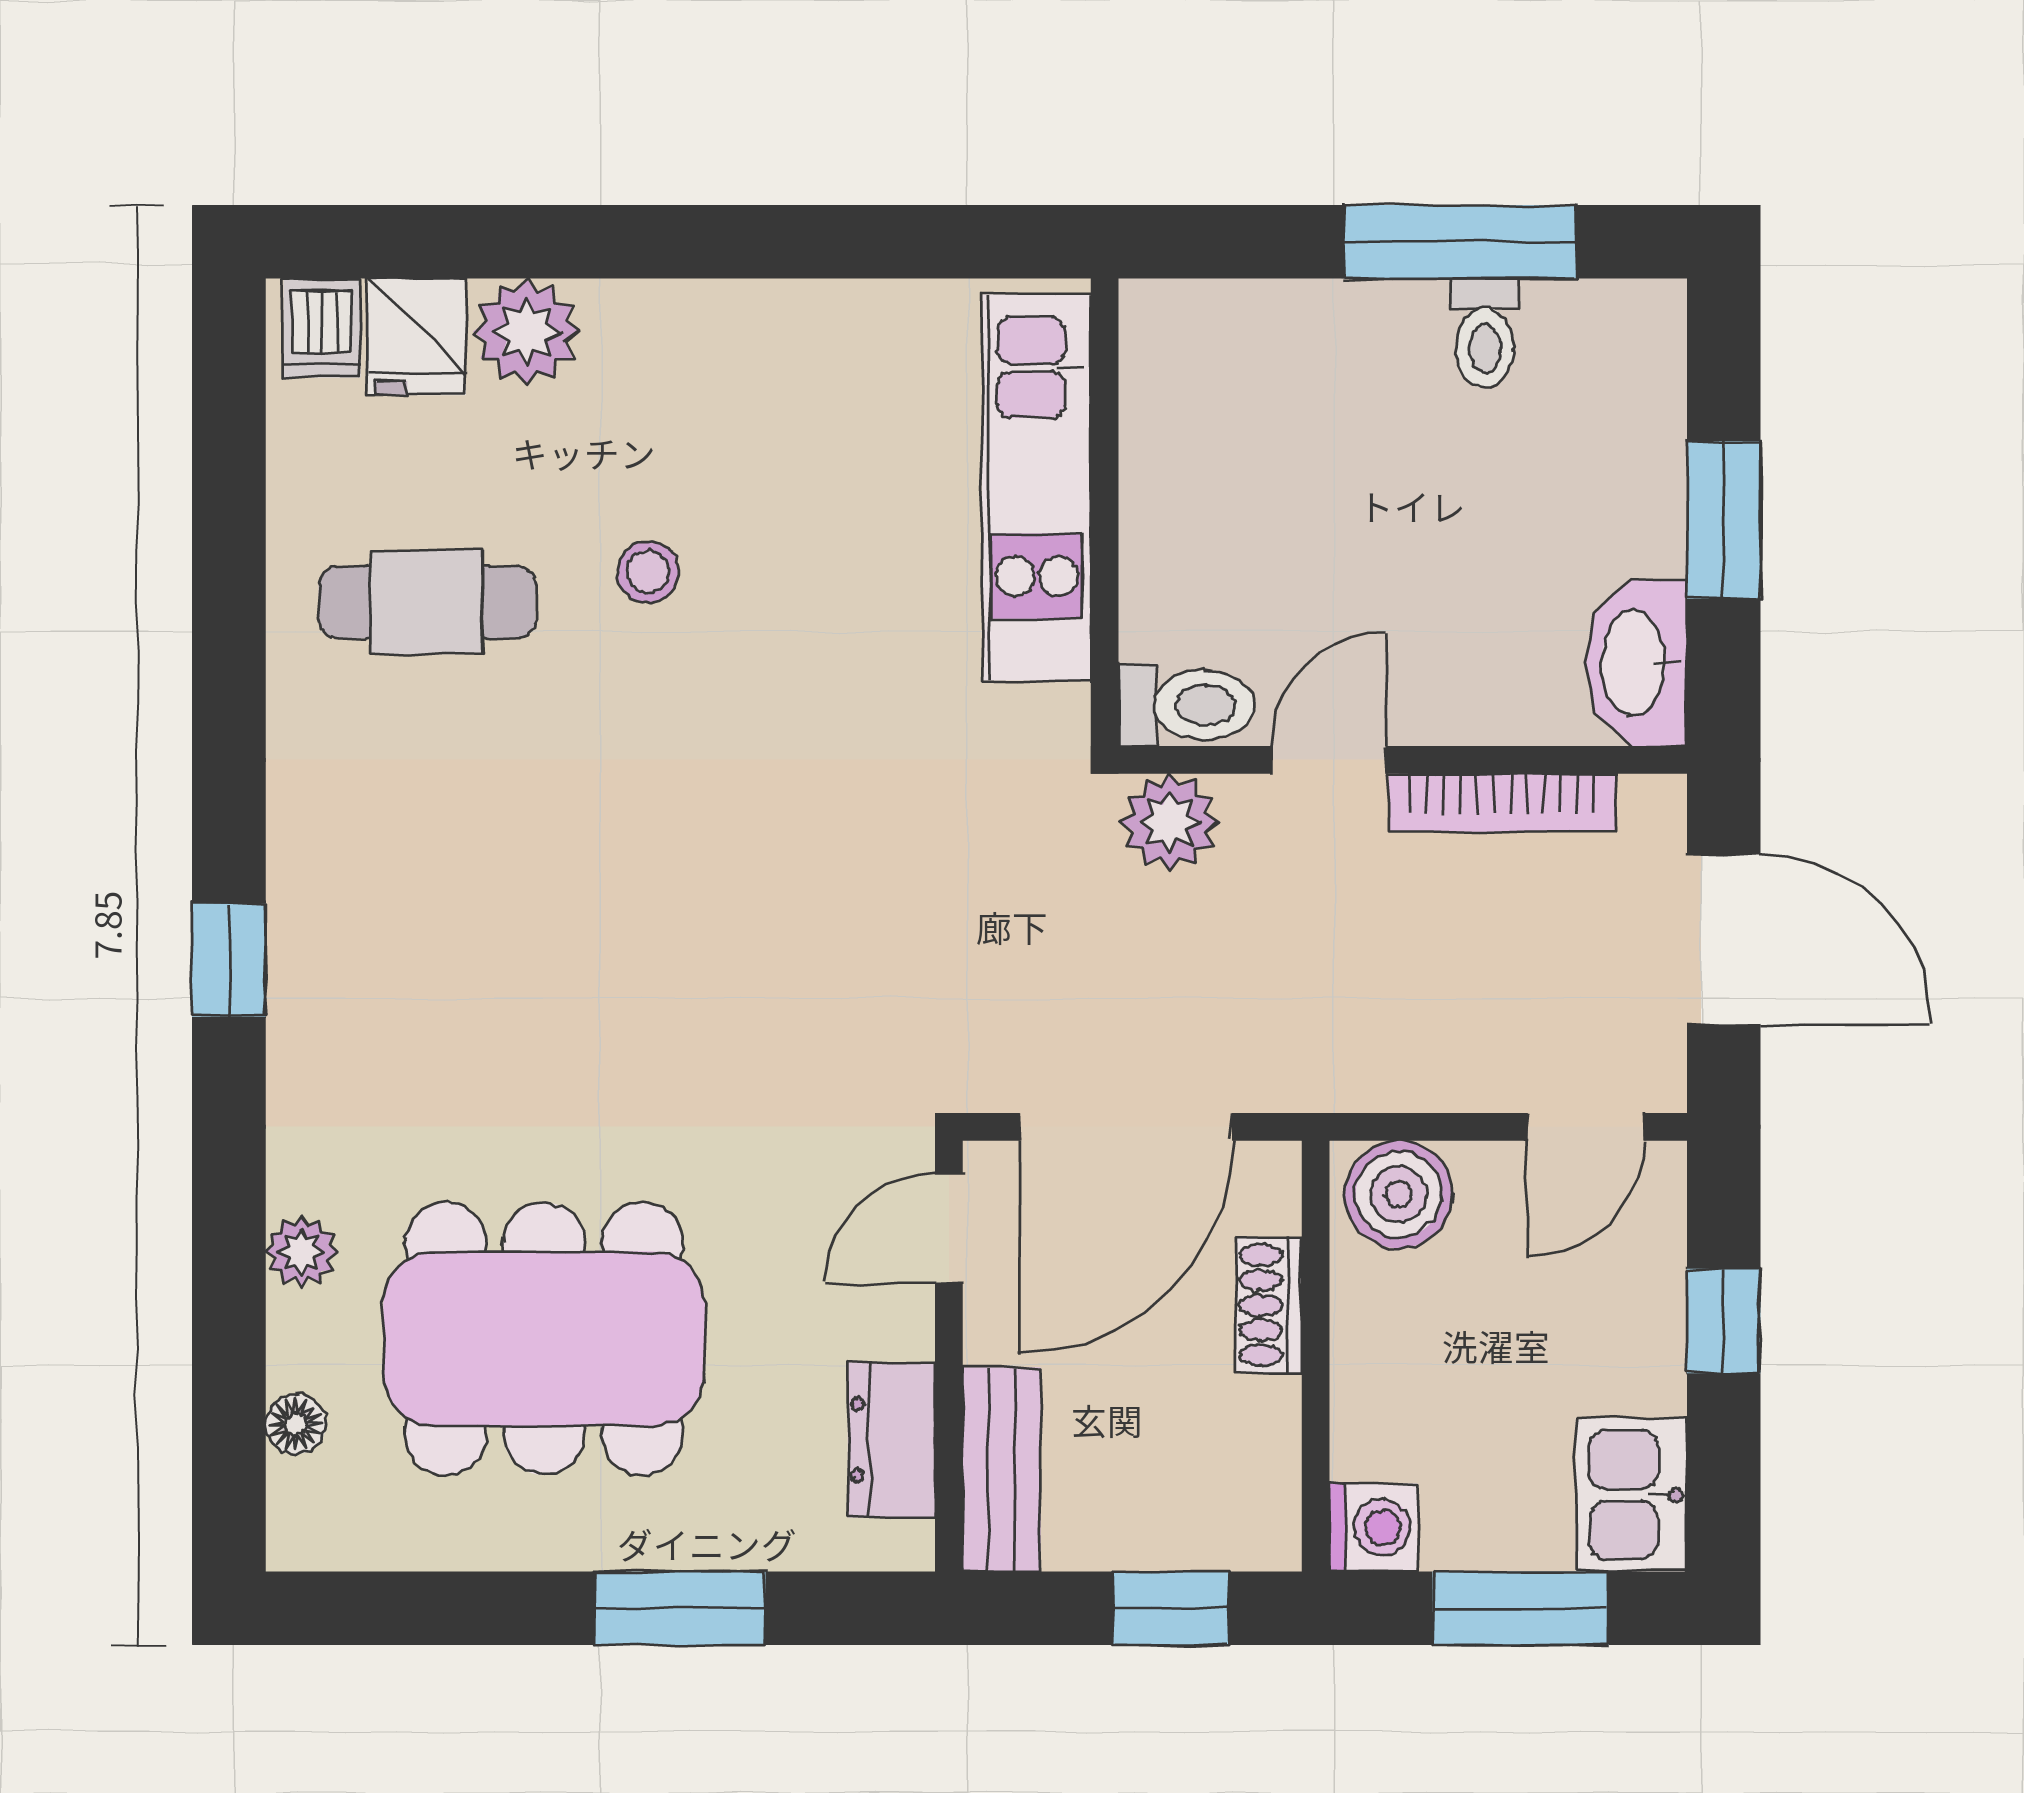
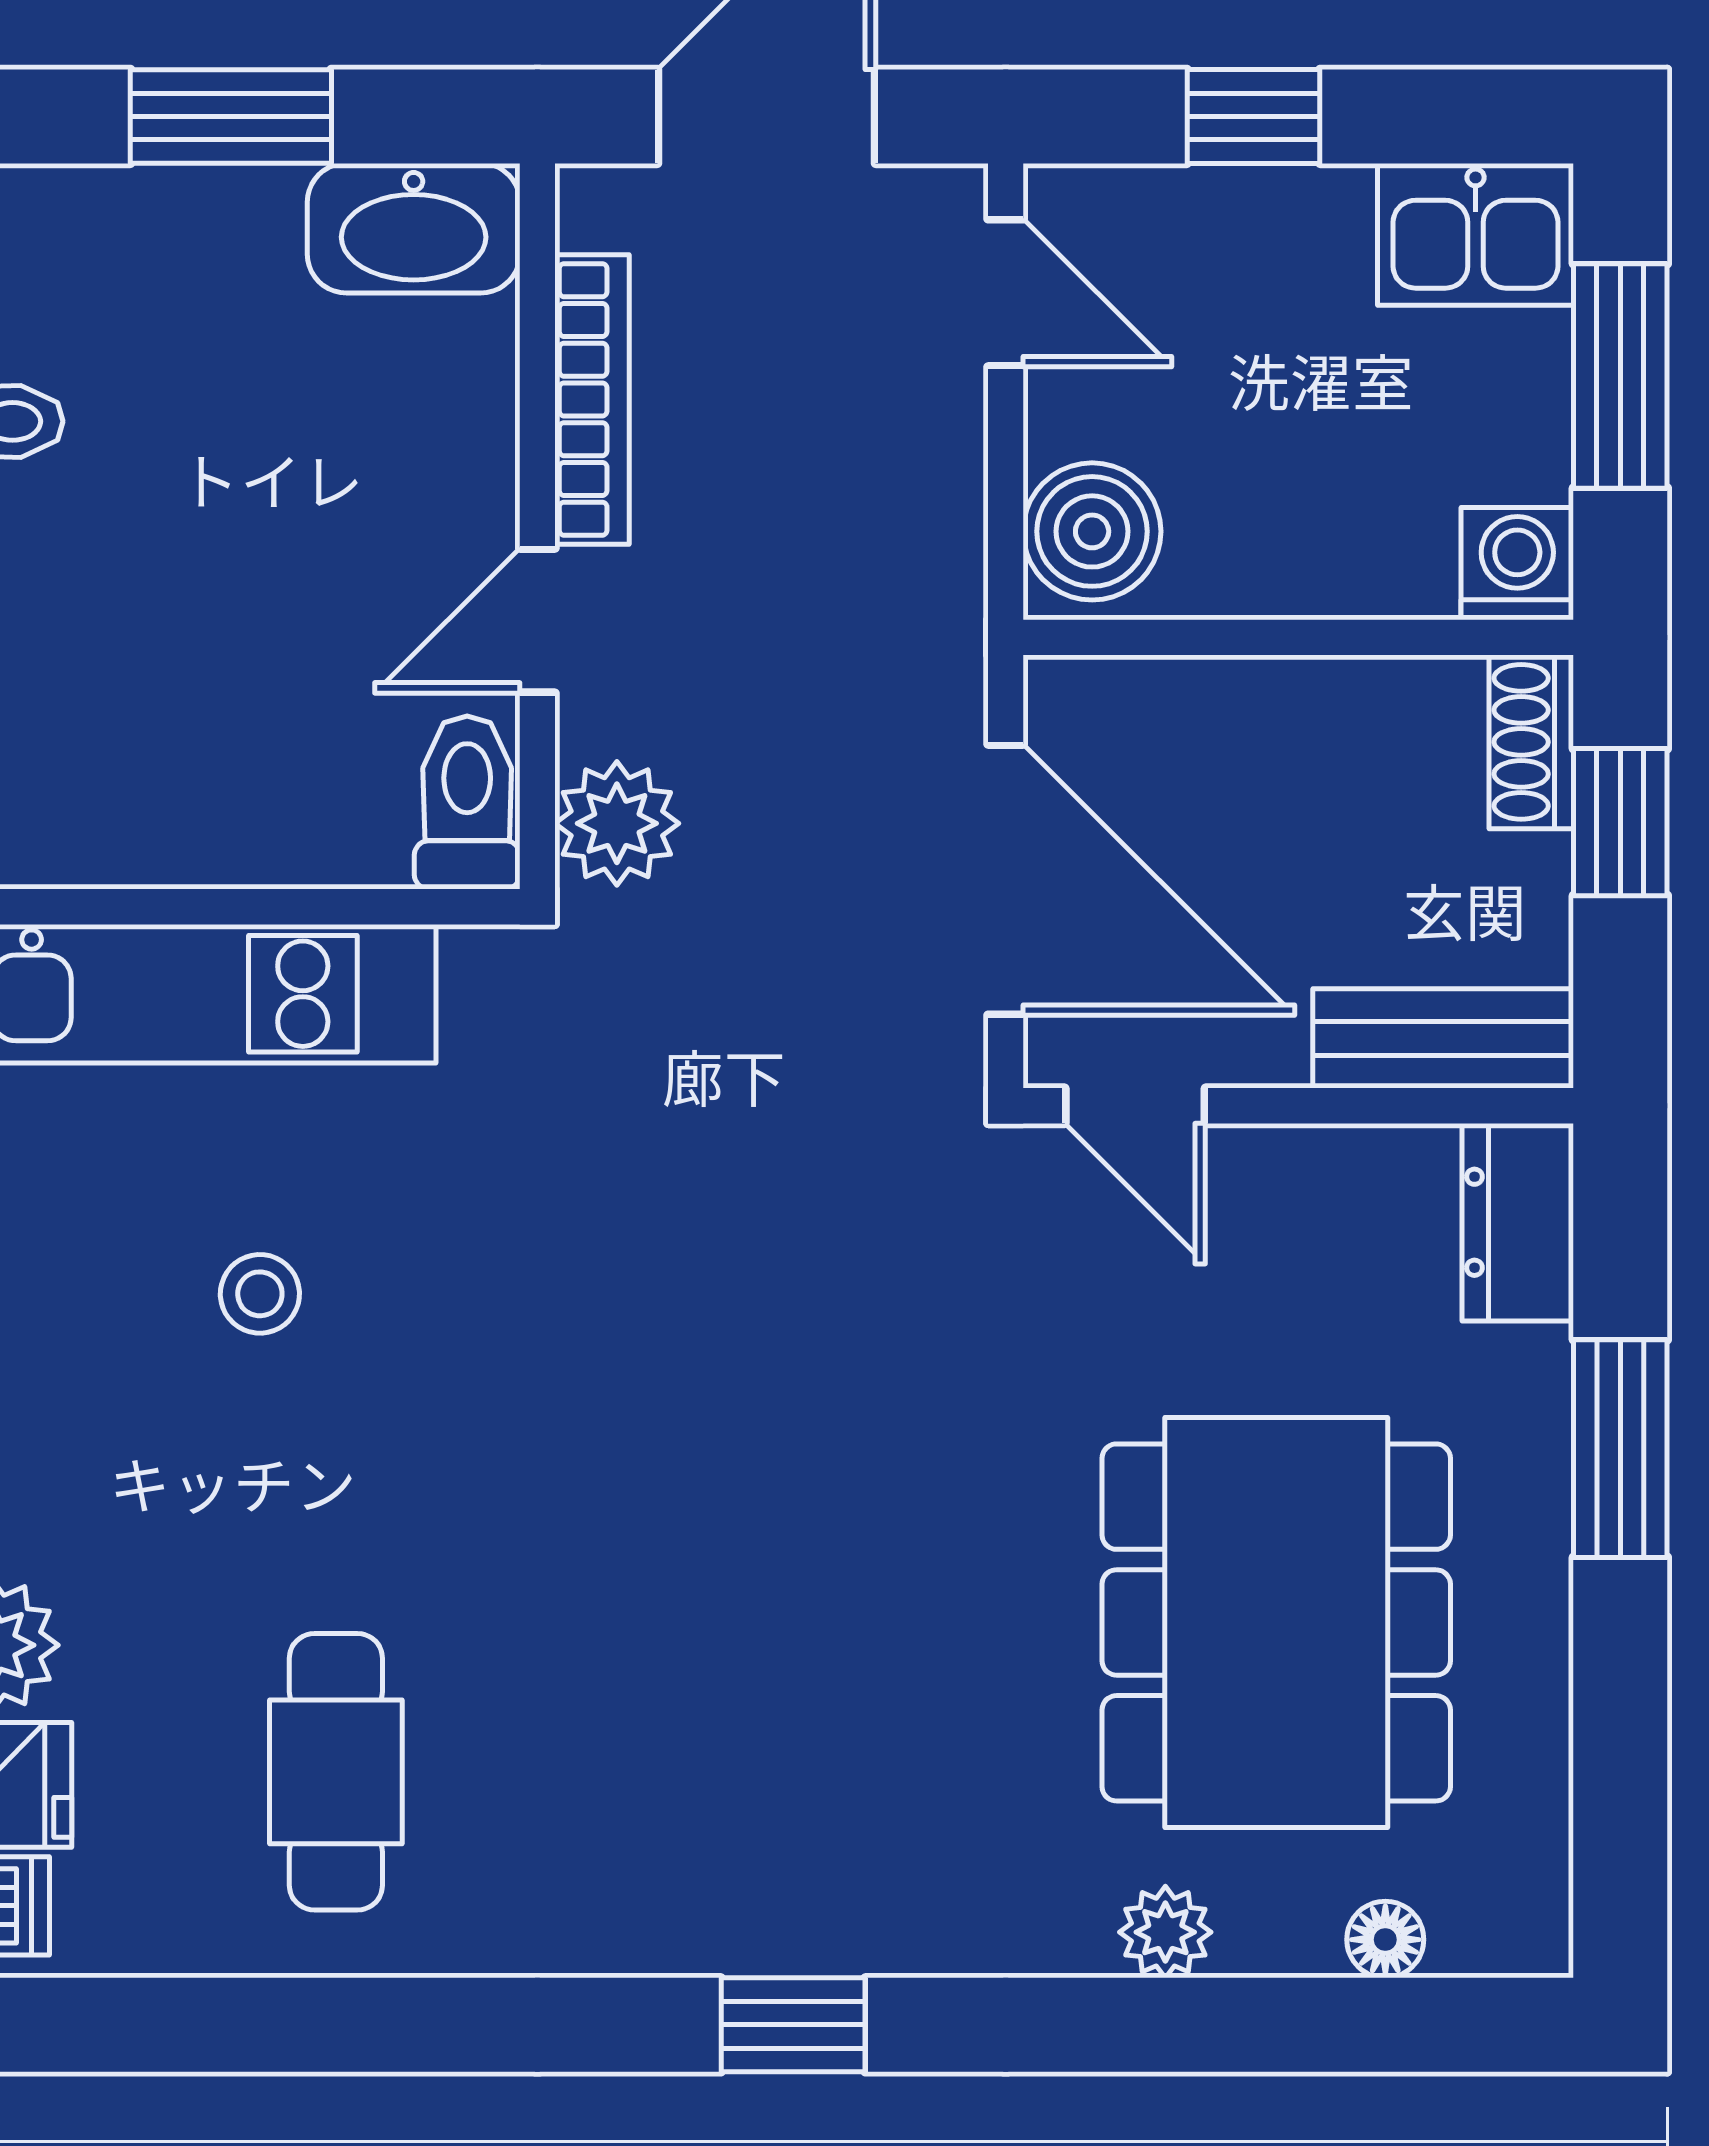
stool: (648, 572) -> (260, 1294), moved
door: (1329, 760) -> (537, 621), hinge flipped
shoe rack: (1269, 1305) -> (1531, 742), moved, turned 90
dresser: (891, 1440) -> (1518, 1222), moved, turned 90

